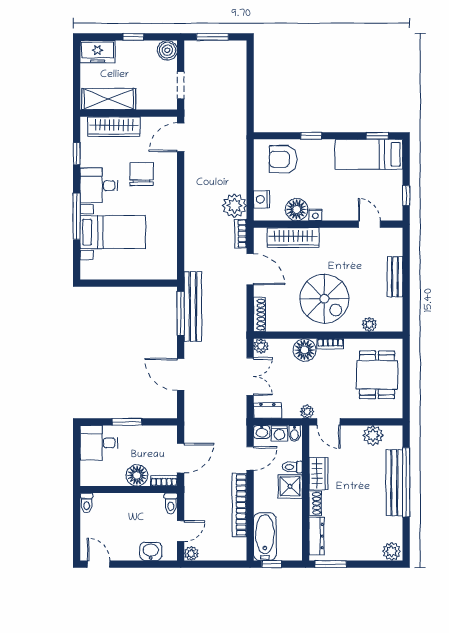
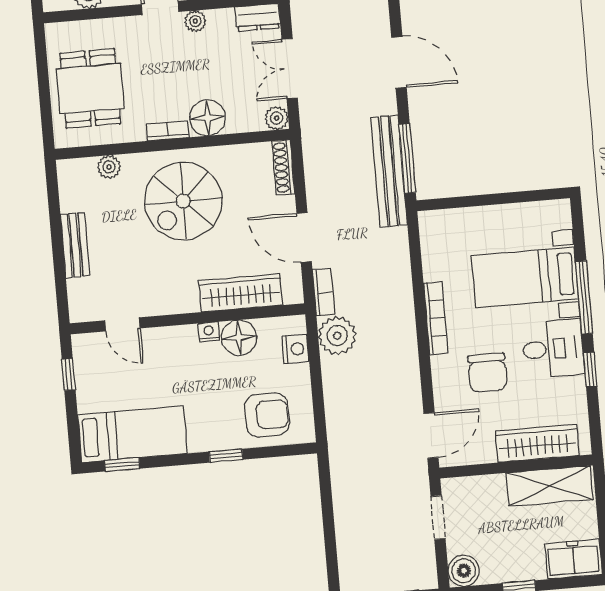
window: (77, 154) -> (590, 370), moved
bookcase: (171, 211) -> (436, 318), added
spiral stairs: (324, 299) -> (183, 201), turned -90

